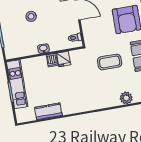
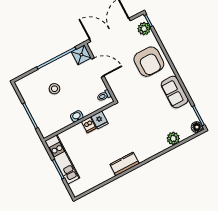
coffee table: (110, 62) -> (146, 108), removed
kitchen counter: (48, 111) -> (125, 164), moved

